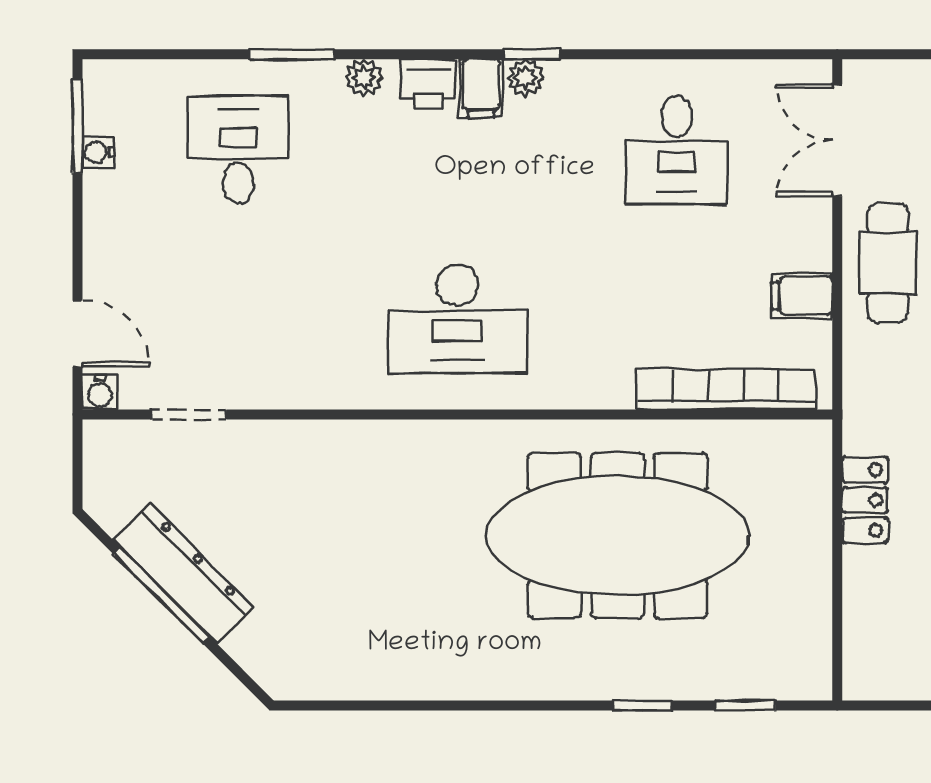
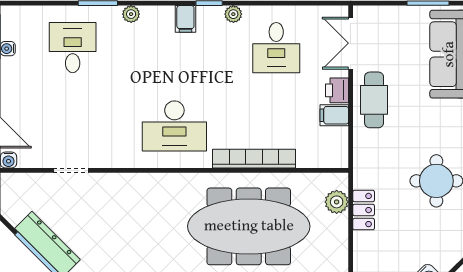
plant: (525, 78) -> (233, 14), moved
printer: (428, 84) -> (337, 90), moved, turned 90
bookcase: (726, 389) -> (254, 159), moved
doorway: (189, 414) -> (71, 170), moved
plant: (807, 483) -> (337, 202), added

